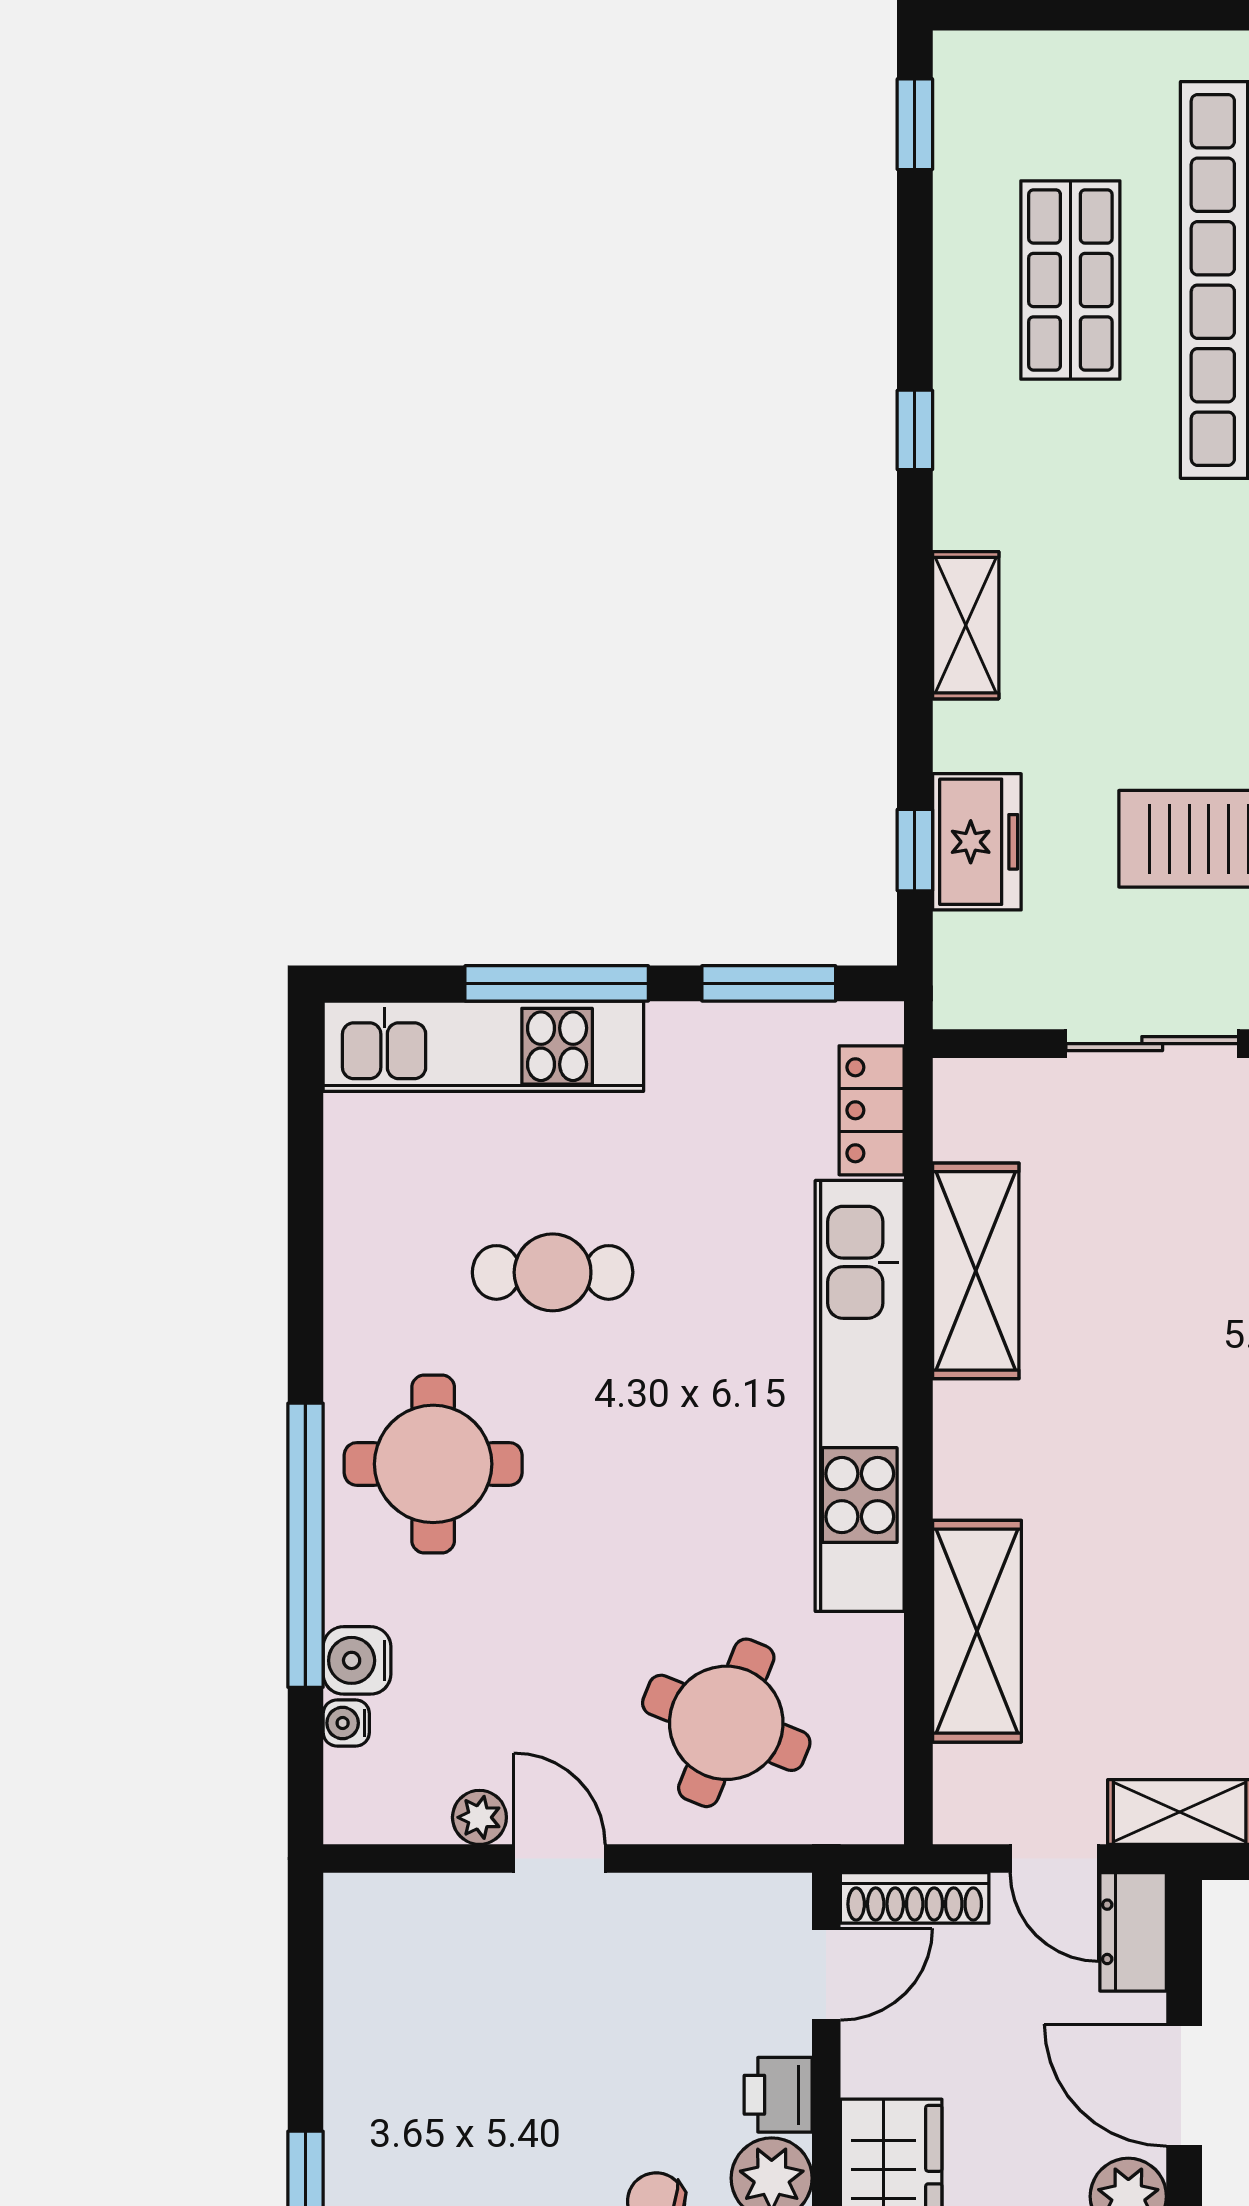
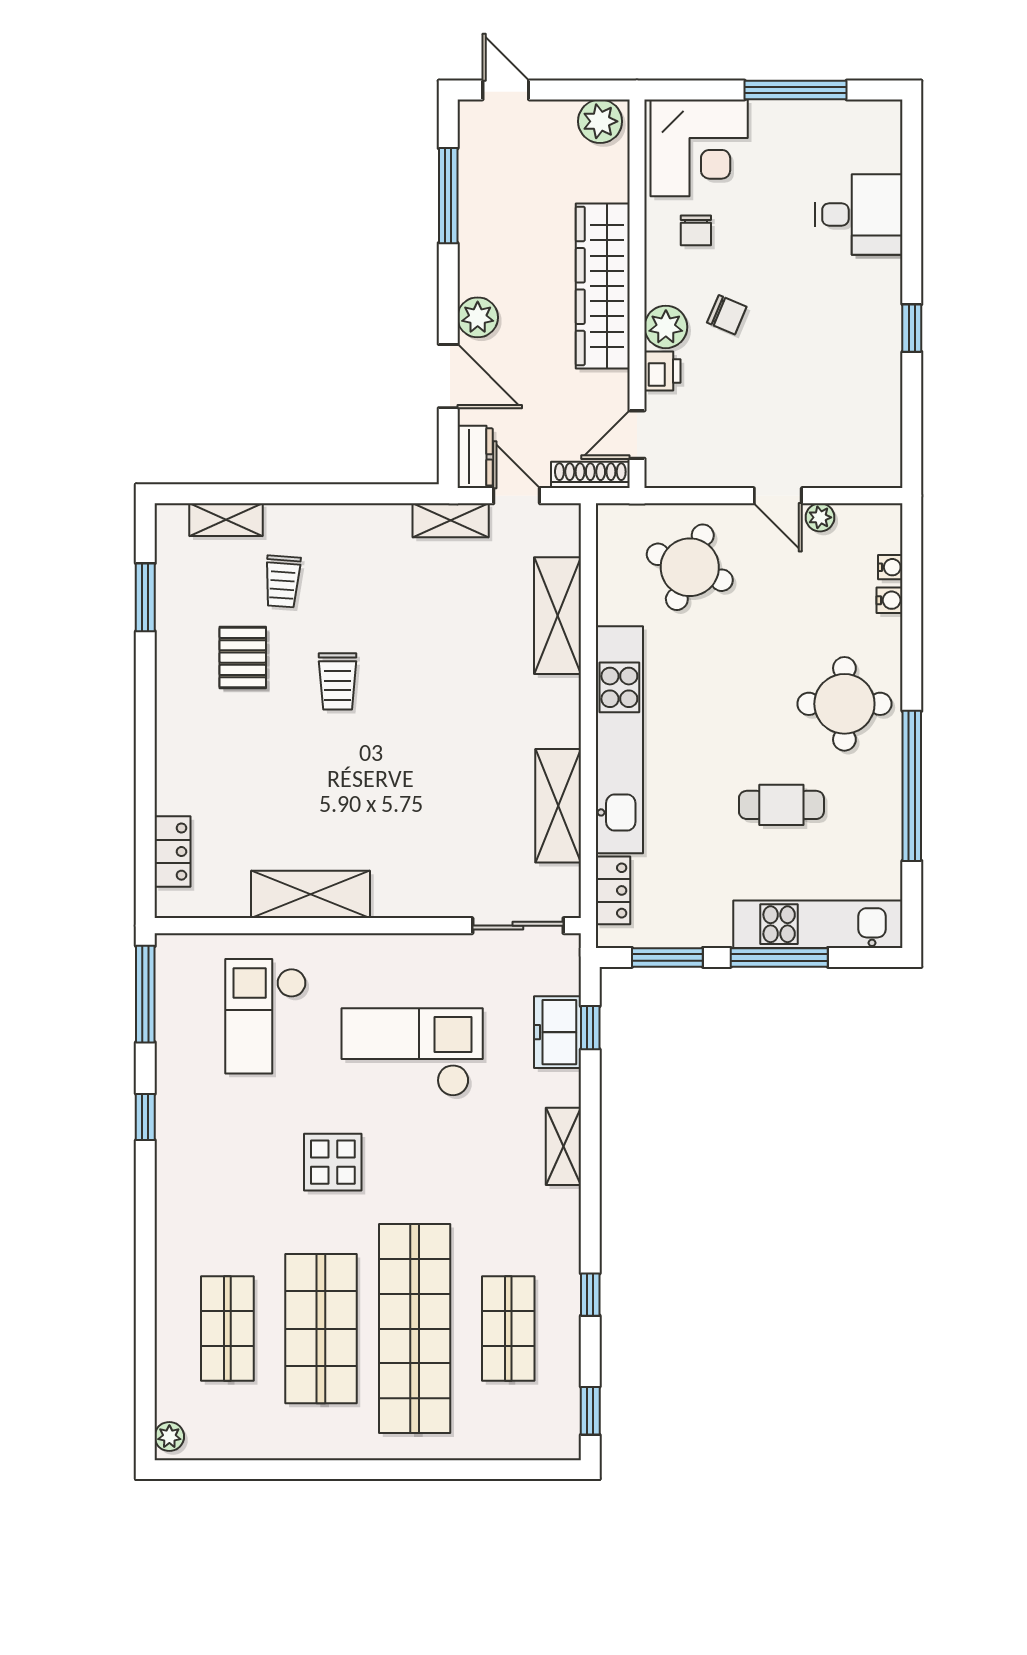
window: (915, 430) -> (590, 1295), moved
sliding door: (1152, 1044) -> (518, 926), moved
window: (305, 1545) -> (912, 786), moved
water cooler: (357, 1660) -> (890, 600), width x0.72, depth x0.72

